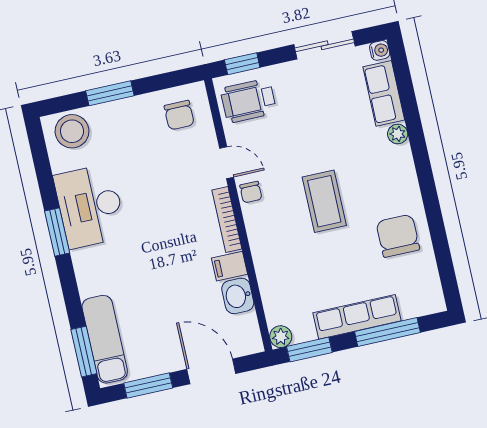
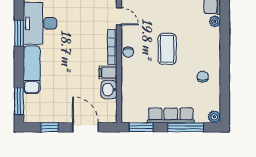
chair: (251, 192) -> (128, 52), moved
chair: (398, 236) -> (203, 76), width x0.54, depth x0.54
plant: (281, 337) -> (214, 117), moved
exam couch: (105, 339) -> (32, 70), moved
window: (148, 385) -> (50, 127), width x0.67

